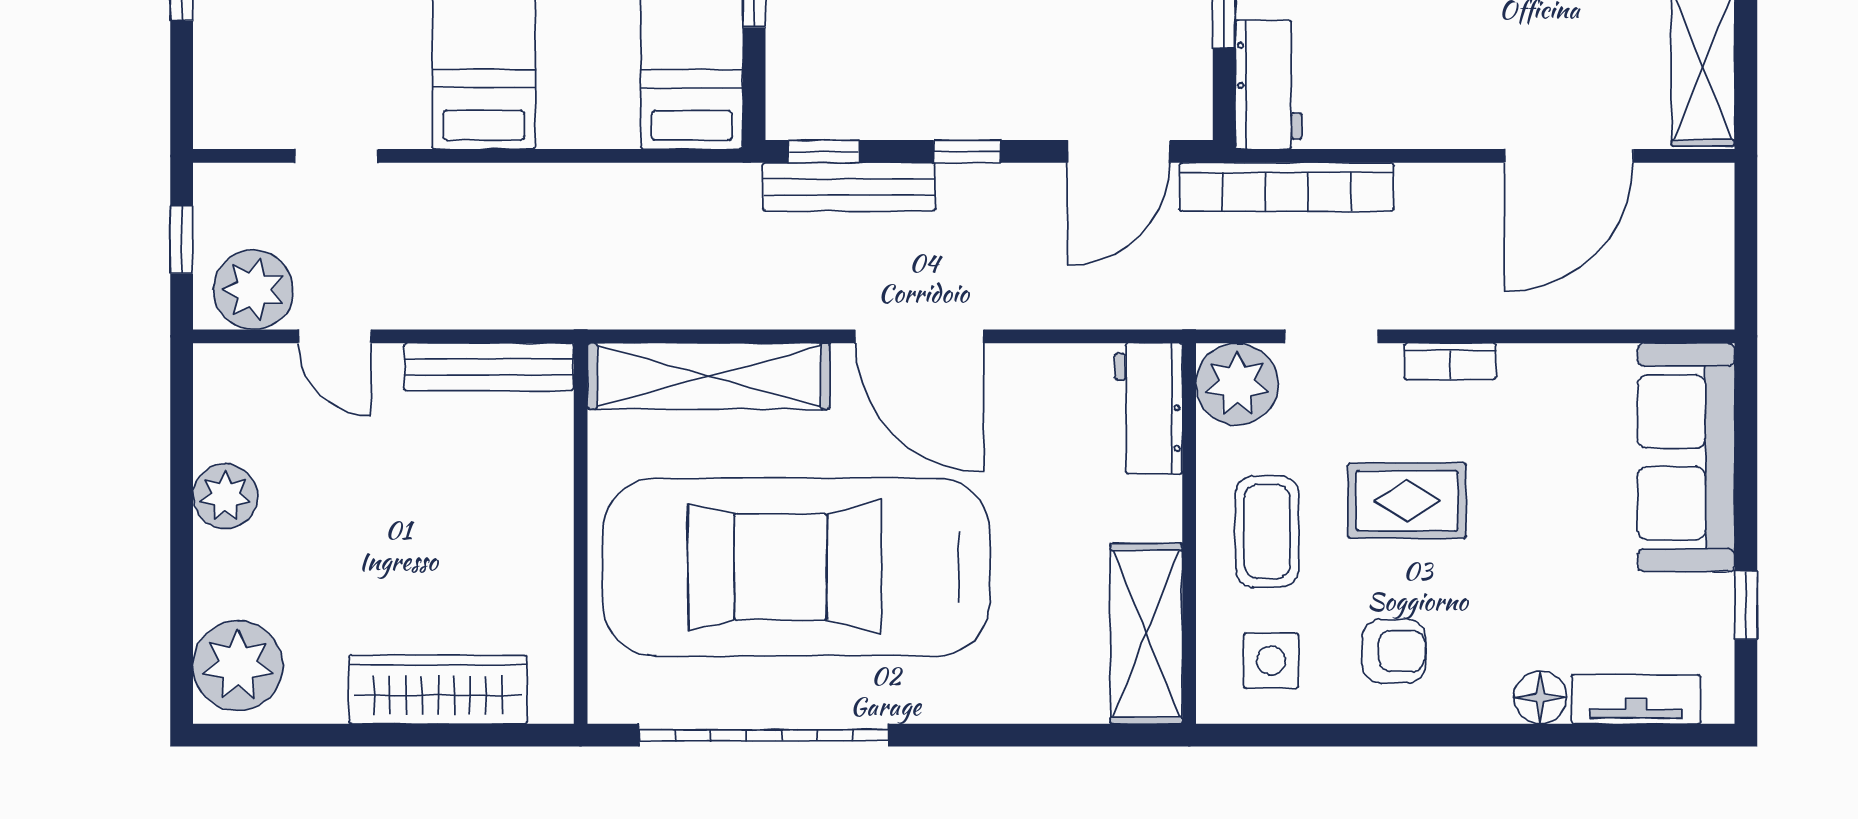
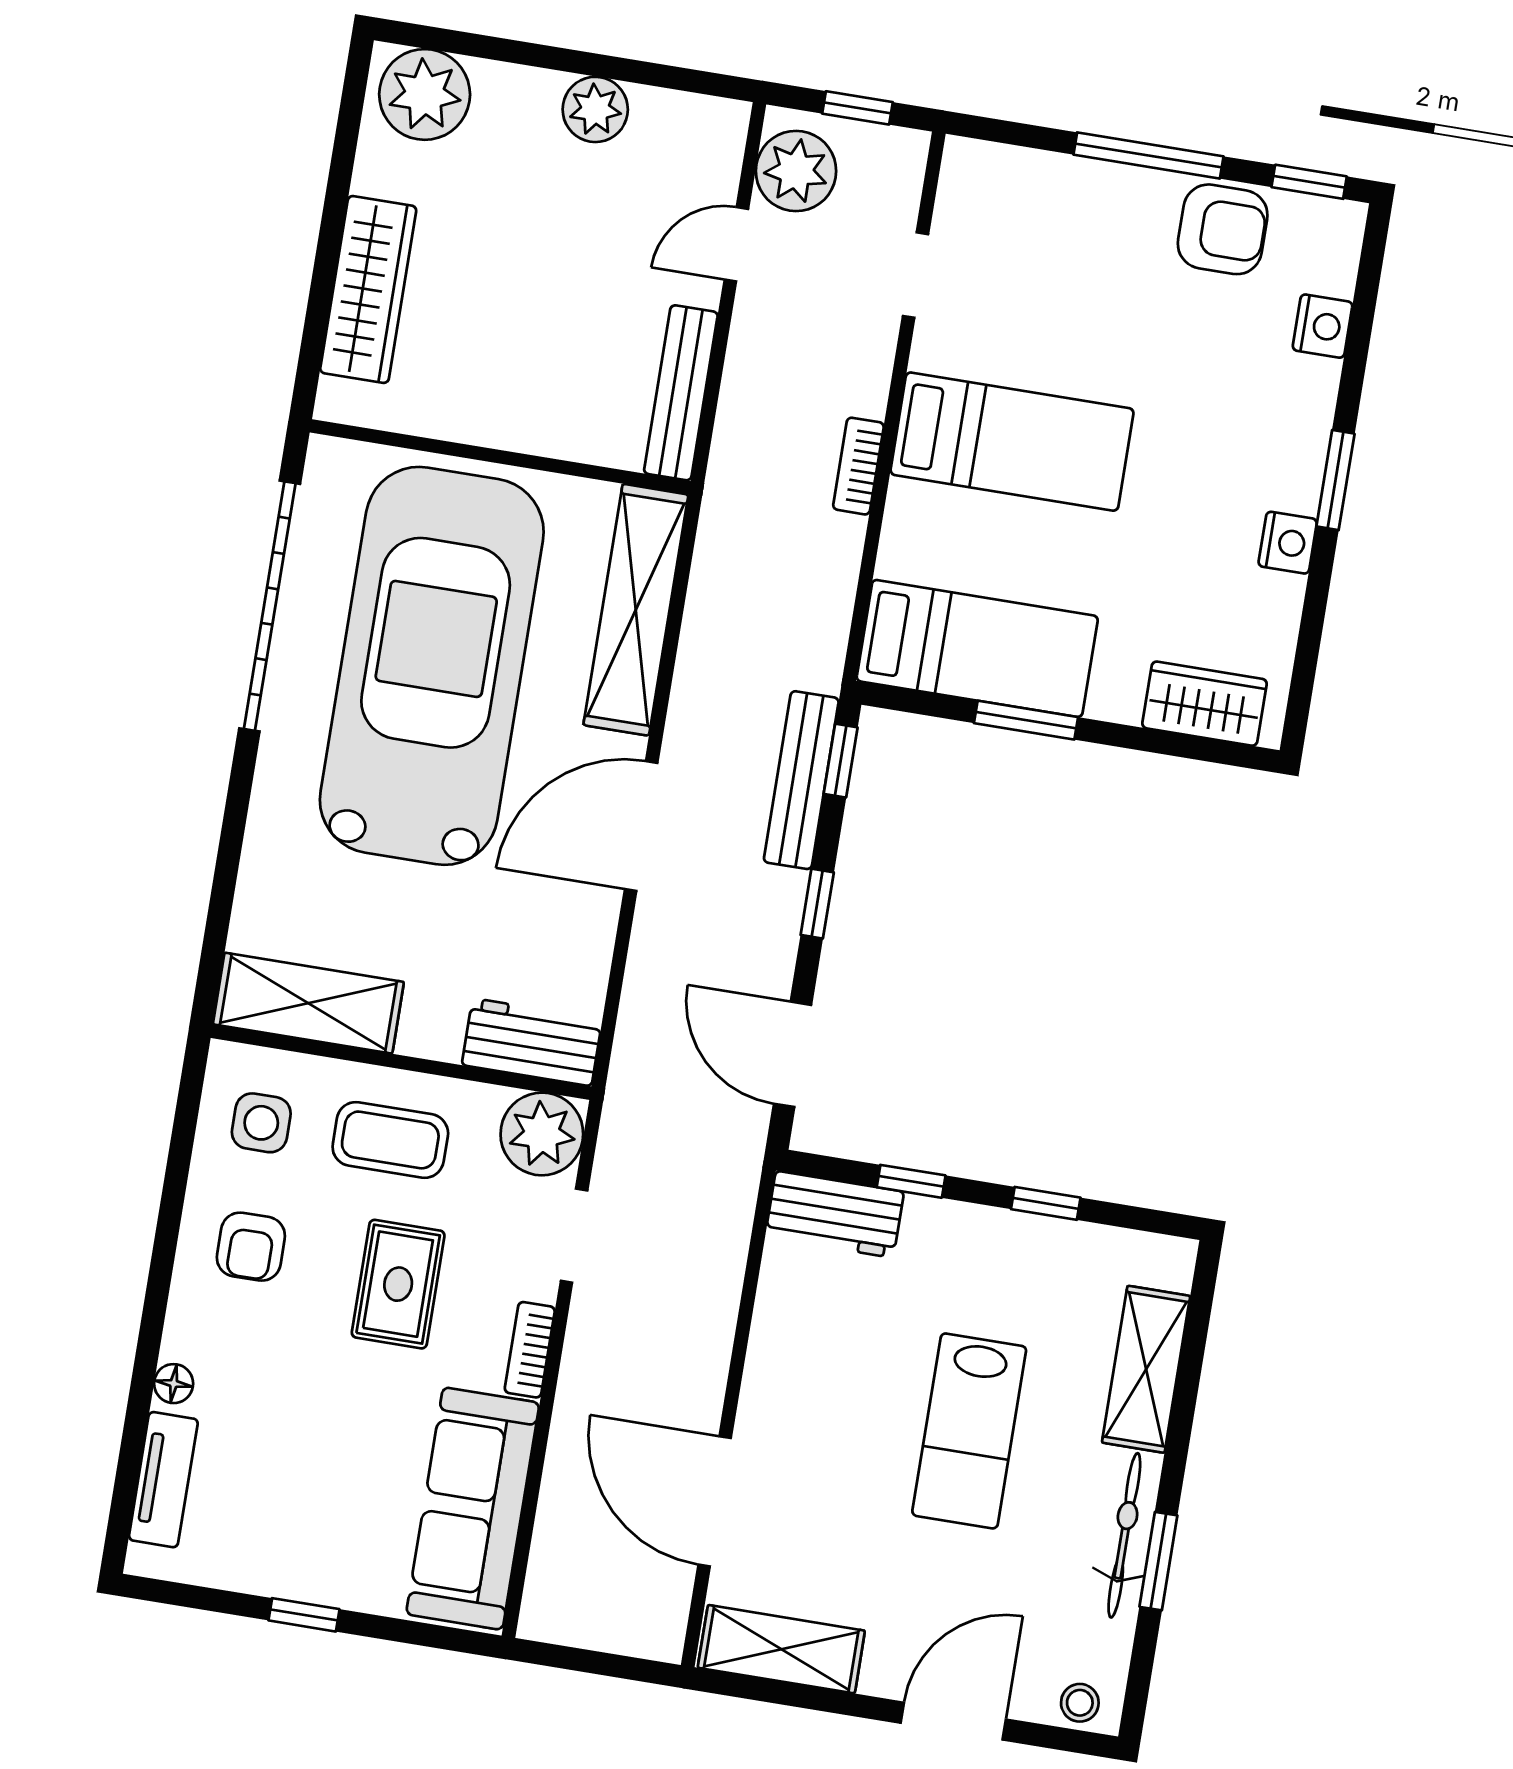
bookcase: (1287, 187) -> (858, 466), moved, width x0.43, depth x0.76
sofa: (1686, 457) -> (473, 1509), moved, turned -90
window: (1746, 605) -> (304, 1615), moved
floor lamp: (1540, 697) -> (174, 1384), width x0.73, depth x0.73

